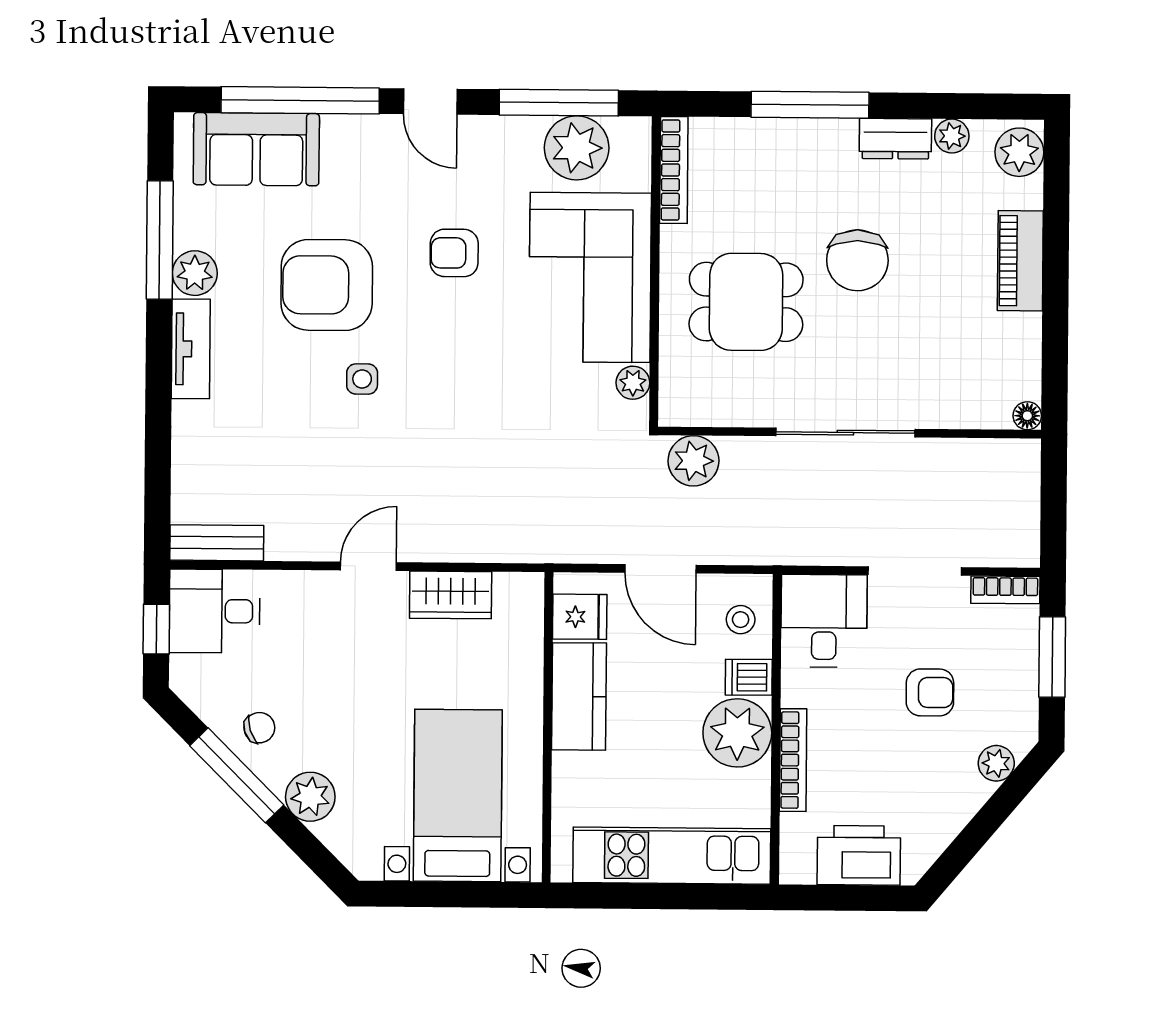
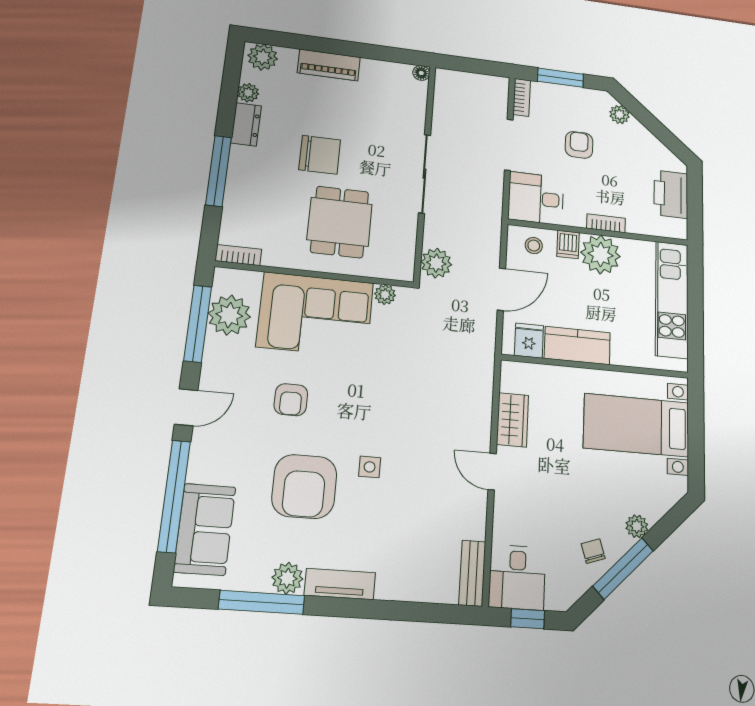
bookcase: (674, 170) -> (238, 255), width x0.64
bookcase: (793, 760) -> (606, 223), width x0.64
plant: (310, 797) -> (637, 526), width x0.73, depth x0.73

